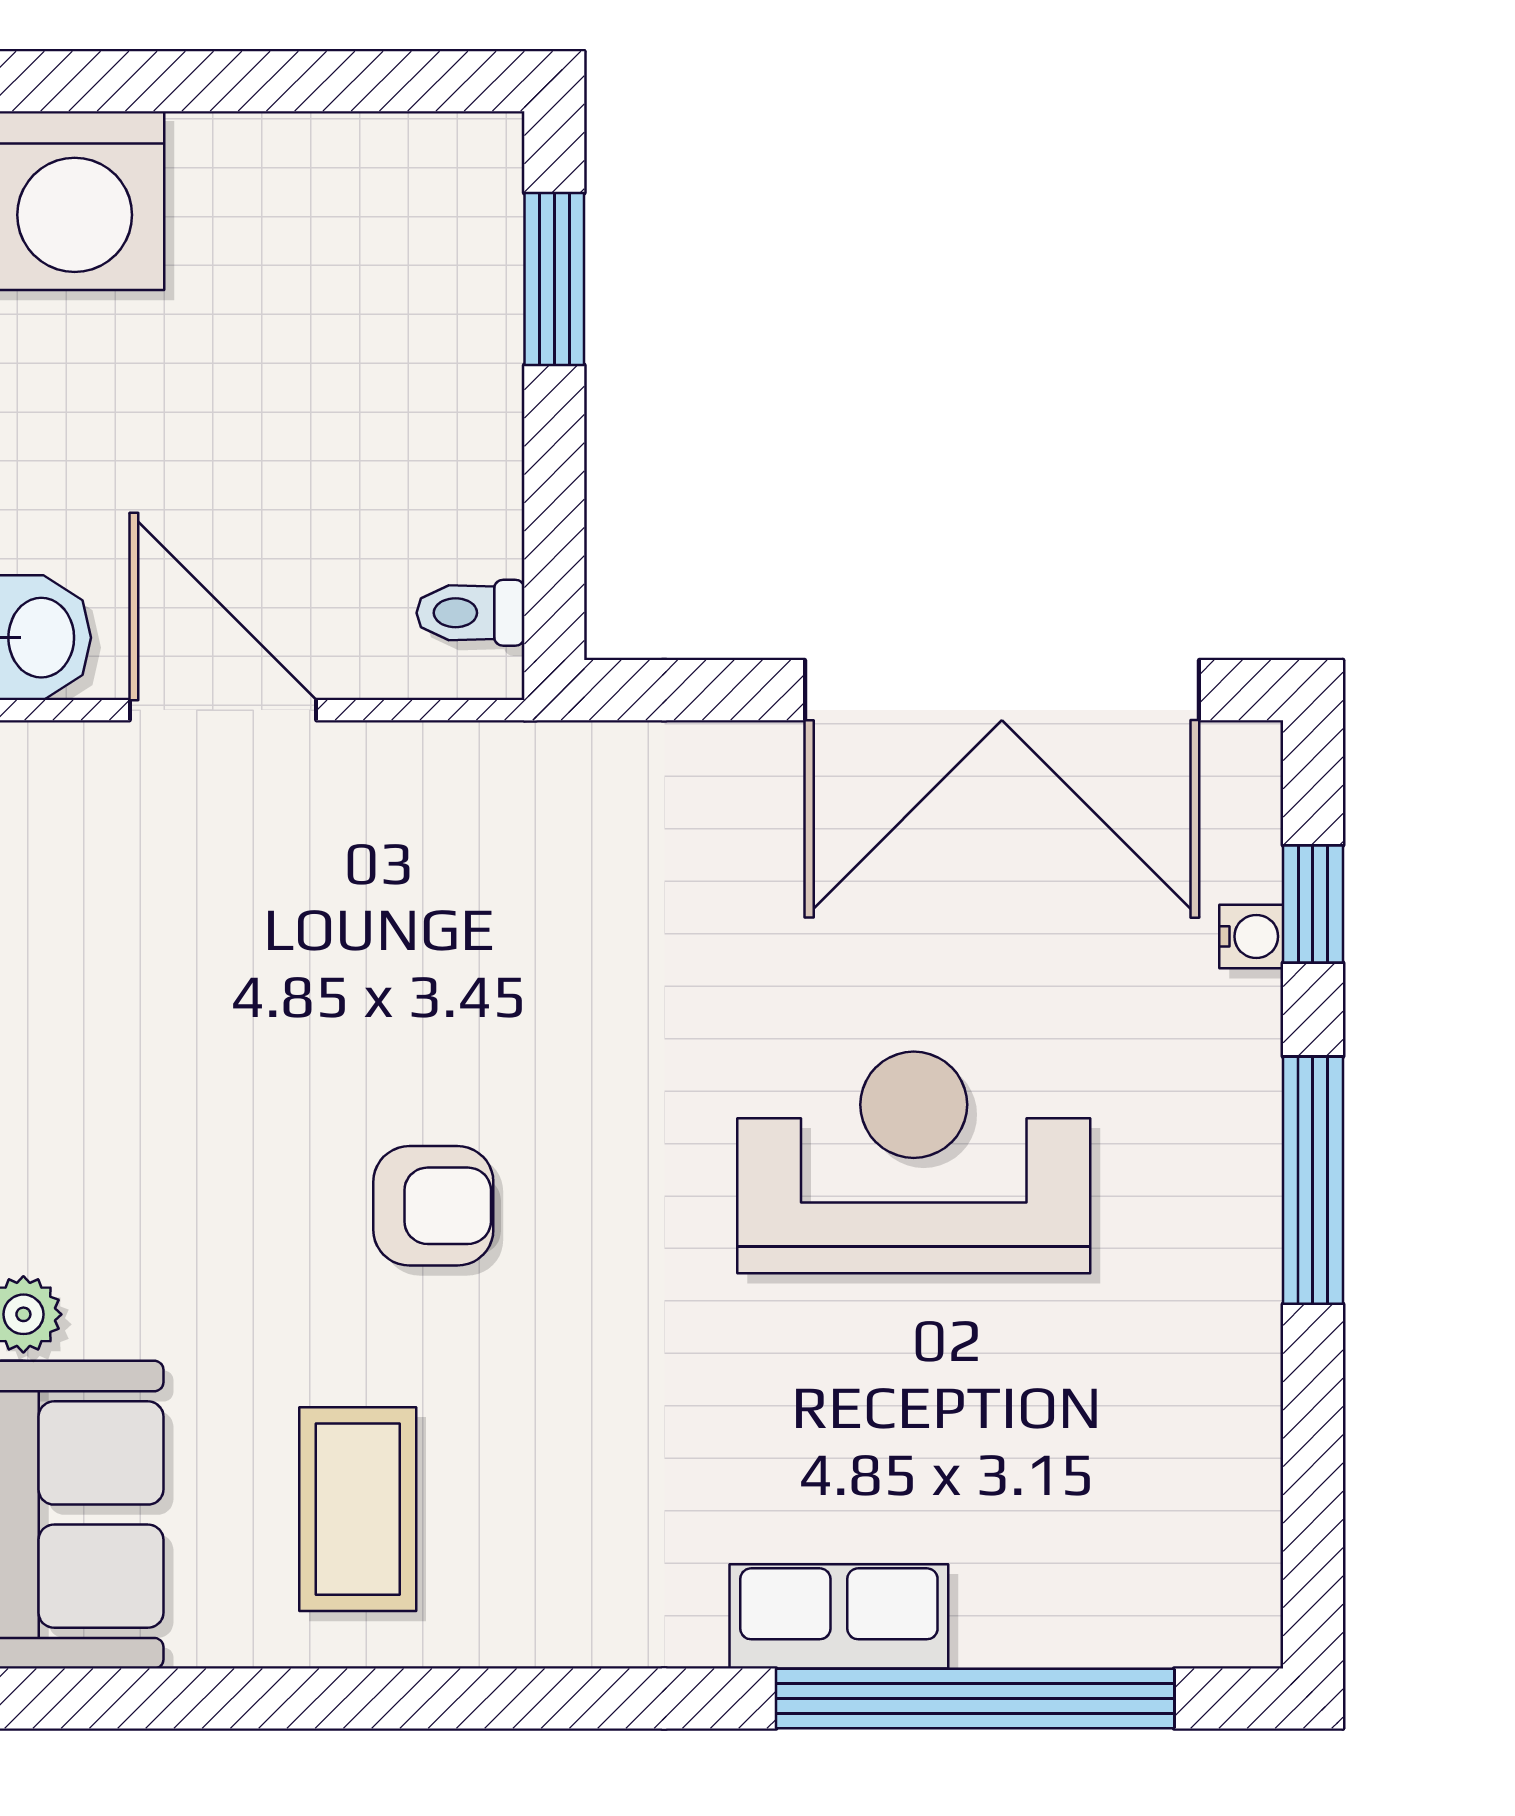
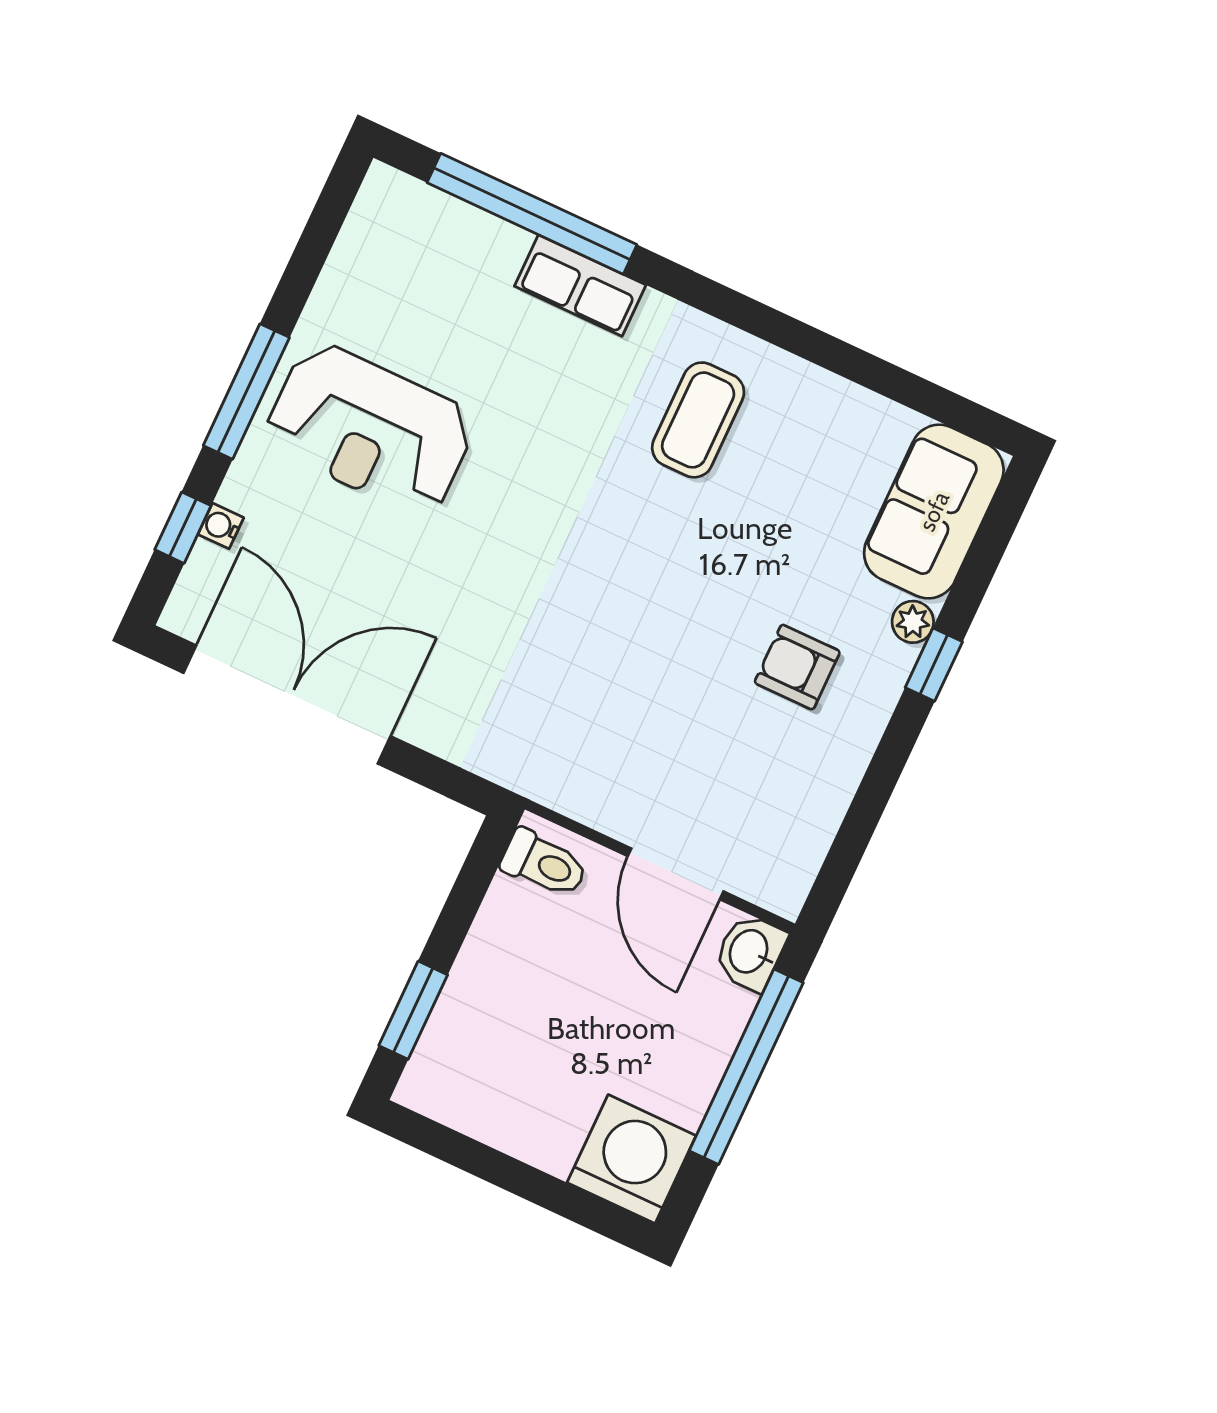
toilet: (471, 613) -> (544, 864), width x1.37, depth x1.39
reception desk: (914, 1162) -> (370, 429), moved
armchair: (433, 1206) -> (797, 667), moved
coffee table: (358, 1509) -> (698, 420), moved

